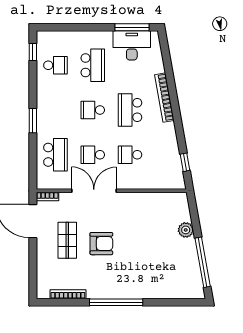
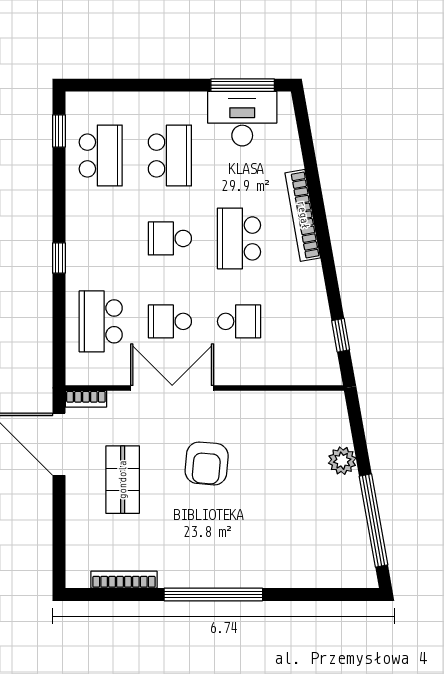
school desk: (55, 65) -> (101, 156), width x1.85
window: (33, 121) -> (59, 258), width x0.67
school desk: (55, 155) -> (101, 321), turned 180
school desk: (130, 155) -> (239, 321), turned 180
armchair: (101, 244) -> (207, 463), moved, turned 95

